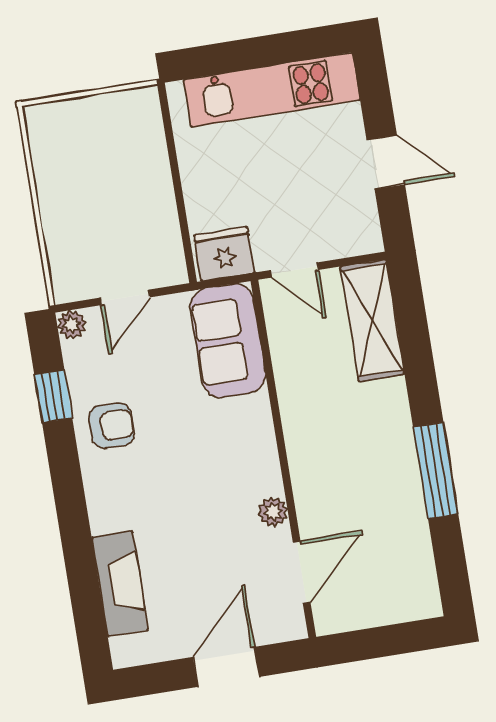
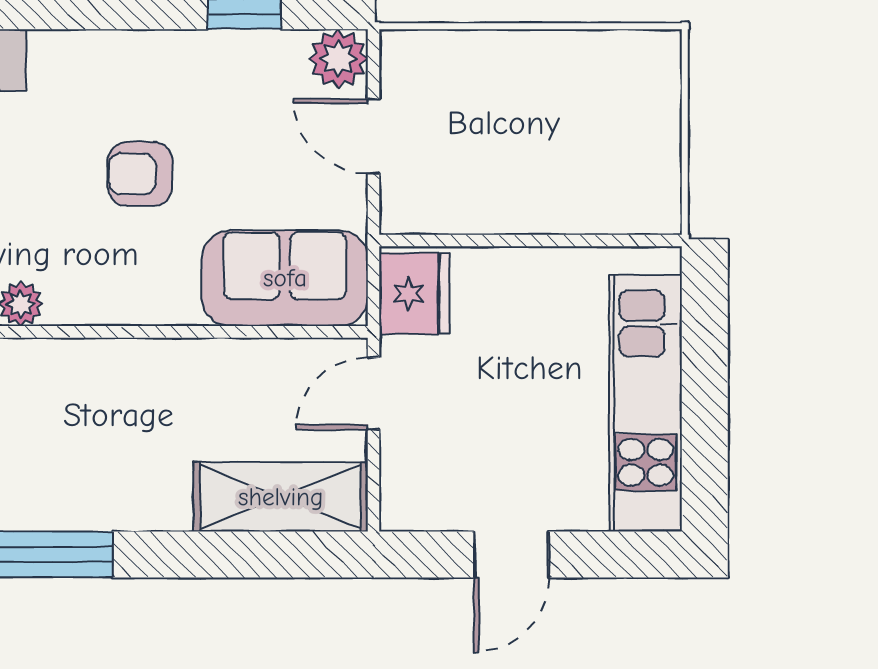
plant: (72, 324) -> (338, 59), width x1.38, depth x1.38
armchair: (112, 426) -> (140, 174), moved, turned 90

